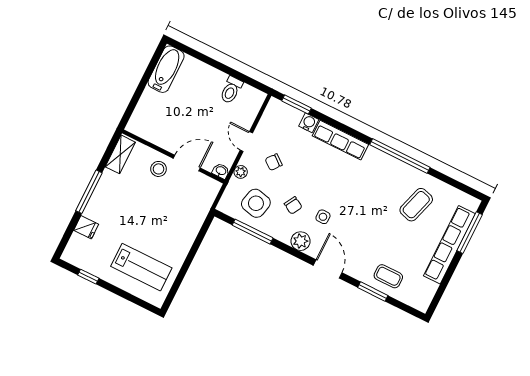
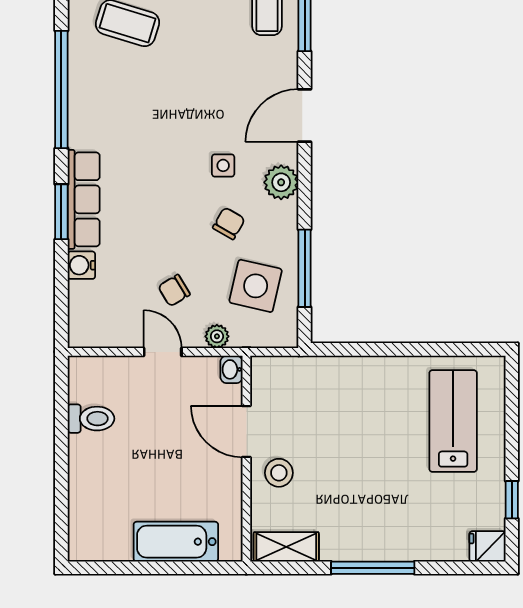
bathtub: (166, 69) -> (176, 542), moved
window: (296, 104) -> (61, 212), moved
door: (246, 141) -> (163, 352), swing flipped
chair: (274, 162) -> (174, 290), turned 110
fridge: (86, 227) -> (487, 546), moved, turned -90

